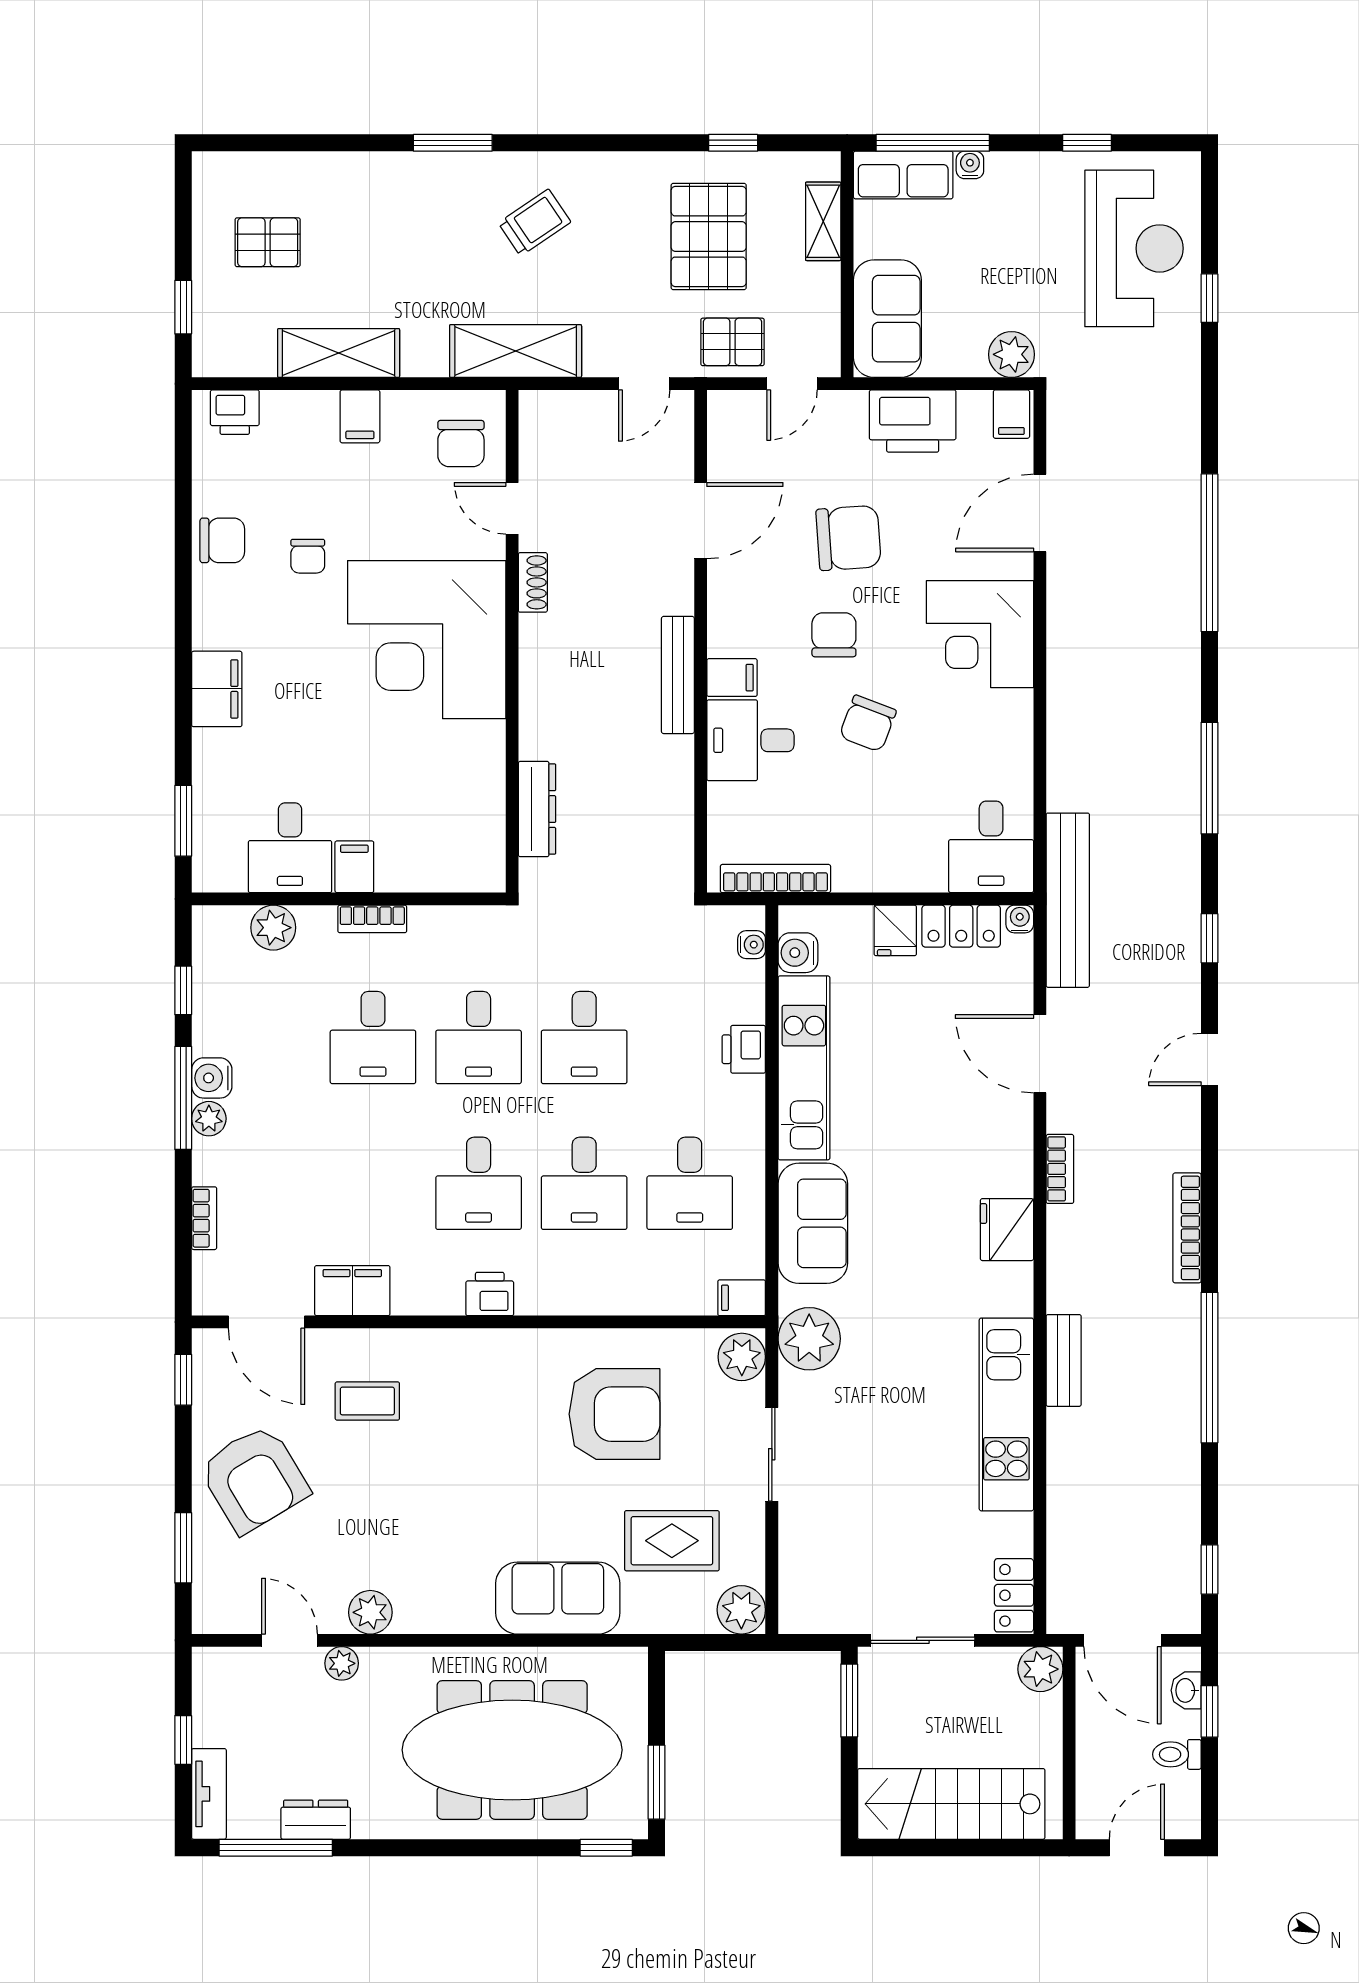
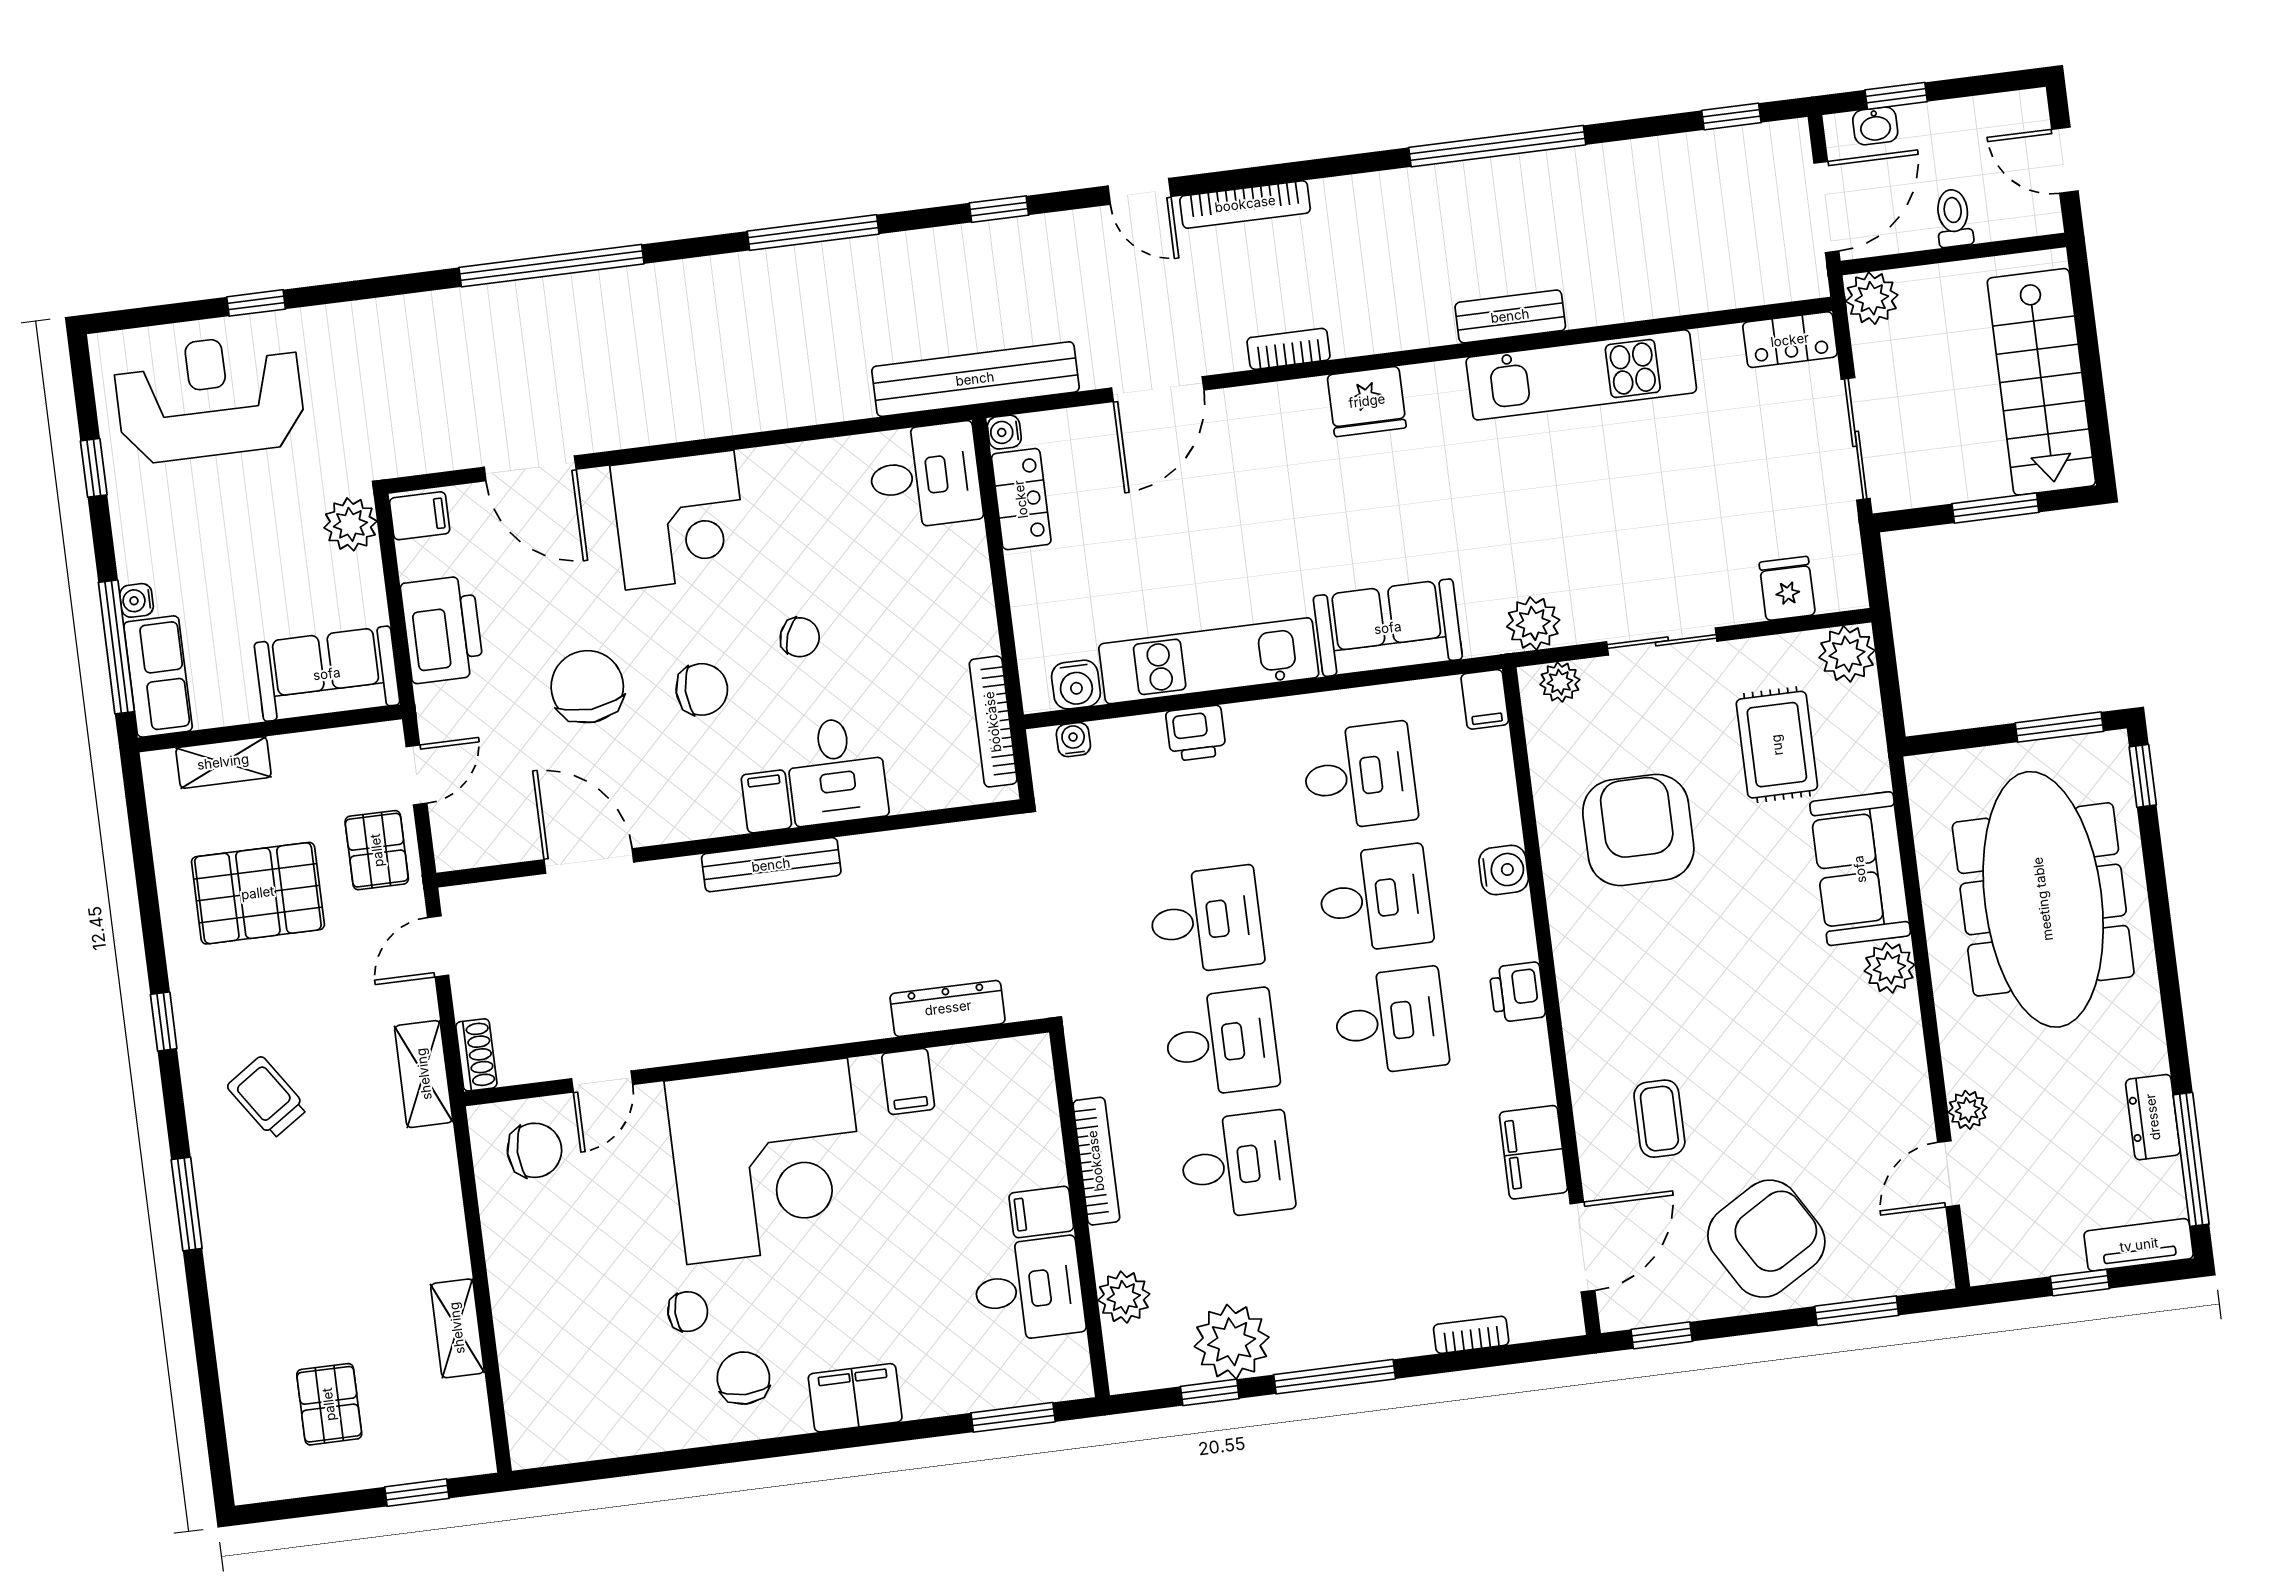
window: (733, 143) -> (164, 1022), moved
shelving: (516, 351) -> (424, 1074), width x0.67, depth x0.75
shelving: (339, 353) -> (457, 1328), width x0.67, depth x0.75
door: (644, 384) -> (438, 946), swing flipped
door: (792, 384) -> (417, 775), hinge flipped
printer: (235, 412) -> (531, 1417), removed
filing cabinet: (360, 416) -> (908, 1081), moved, turned 90
chair: (222, 540) -> (743, 1378), moved
shoe rack: (533, 582) -> (476, 1055), moved, turned 90
chair: (834, 635) -> (702, 689), turned 180
chair: (868, 723) -> (800, 637), width x0.73, depth x0.73
bookcase: (372, 919) -> (1096, 1161), width x1.56
fridge: (895, 930) -> (1787, 588), moved, turned -90
water cooler: (212, 1078) -> (1504, 870), moved, turned -90
plant: (209, 1119) -> (1232, 1342), moved, width x1.88, depth x1.88
bookcase: (1187, 1228) -> (1245, 204), moved
plant: (809, 1339) -> (1533, 623), width x0.73, depth x0.73
plant: (742, 1357) -> (1560, 682), width x0.73, depth x0.73
plant: (370, 1612) -> (1889, 968), moved
window: (849, 1701) -> (1995, 508), moved
toilet: (1177, 1754) -> (1954, 218), moved, turned 180

